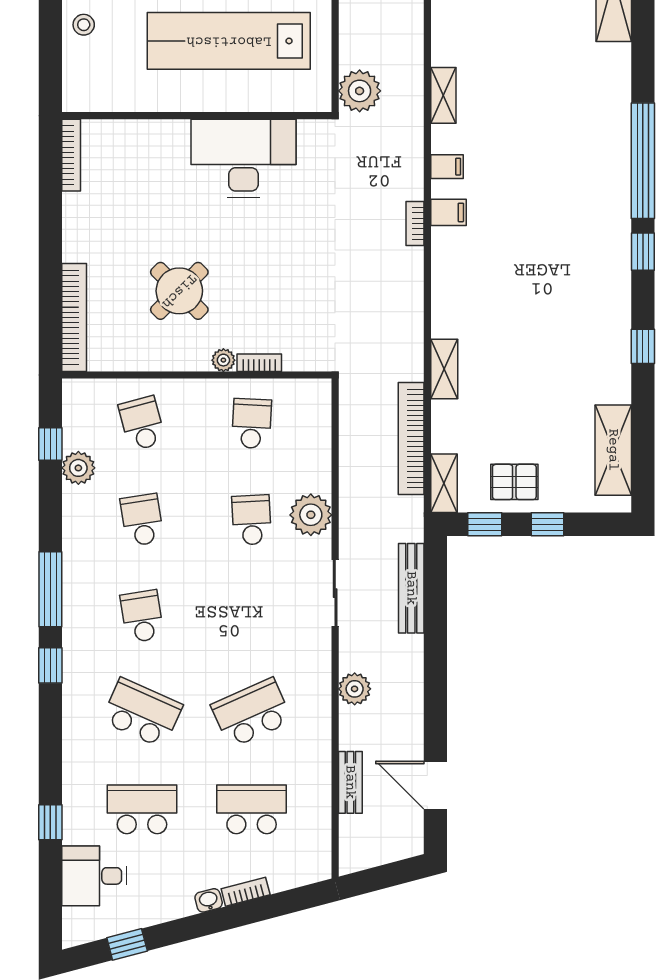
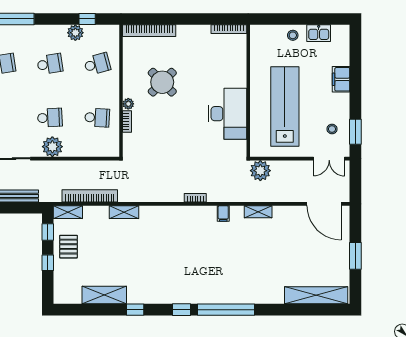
filing cabinet: (448, 212) -> (201, 214), removed
shelving: (613, 450) -> (104, 295), moved

